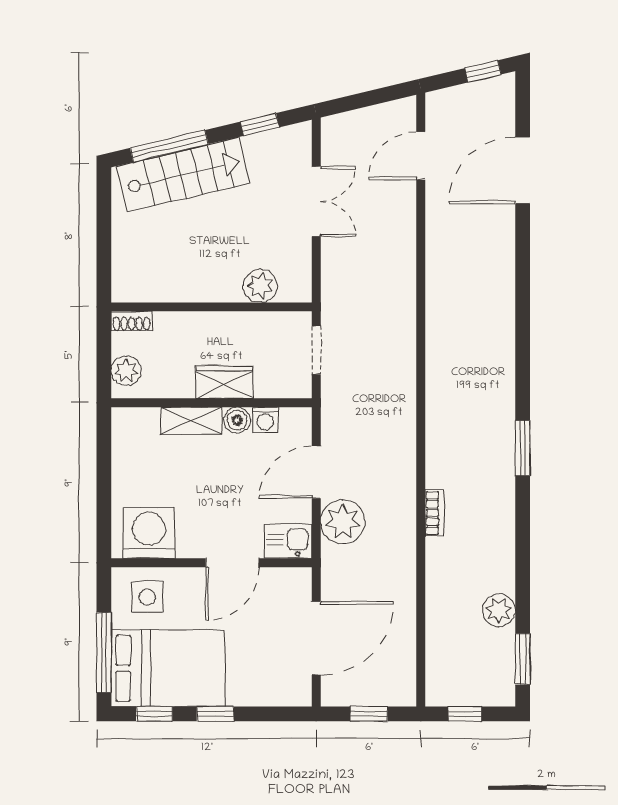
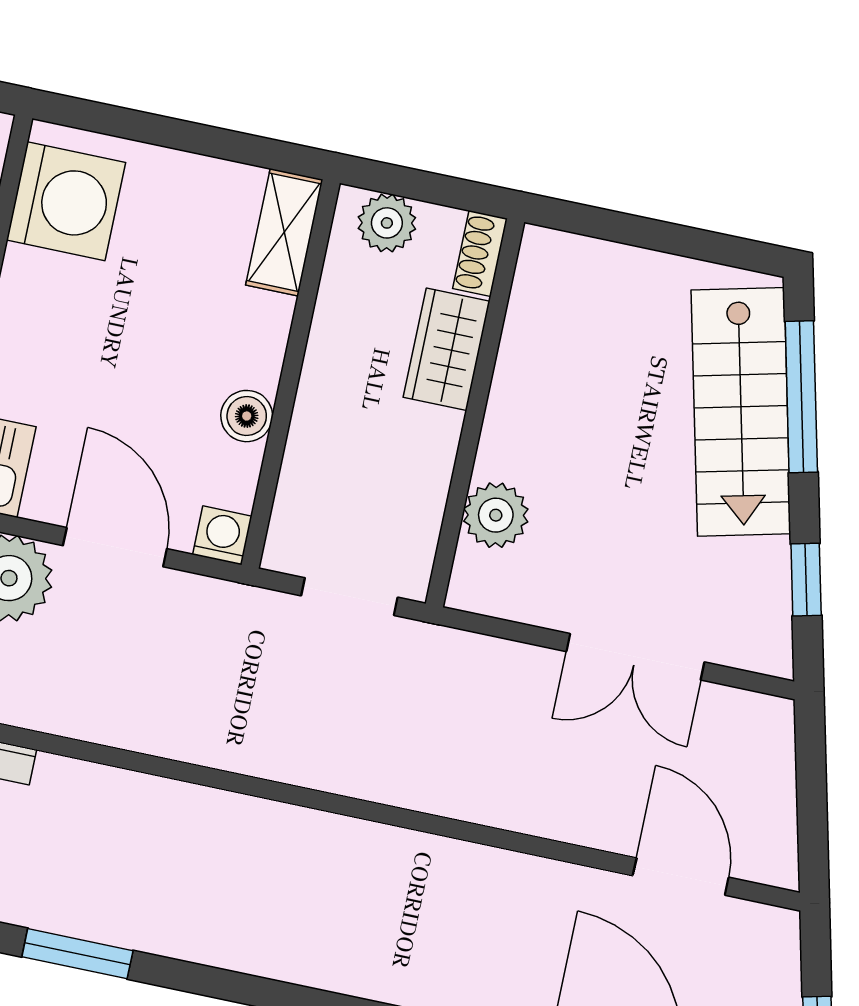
wardrobe: (224, 382) -> (447, 349), moved, turned 180
washing machine: (265, 420) -> (222, 535), moved, turned 90
shelving: (191, 421) -> (284, 232), moved

